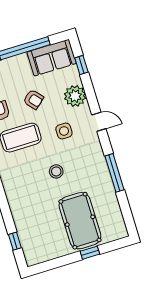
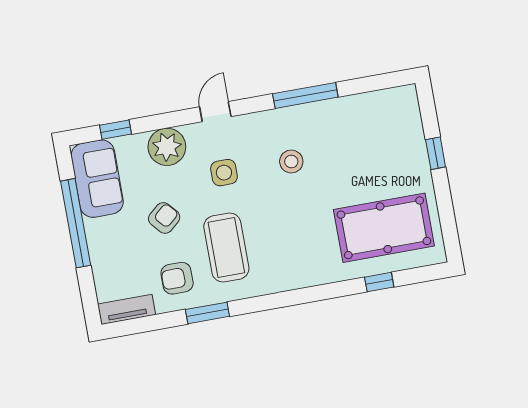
stool: (56, 171) -> (291, 162), moved
pool table: (80, 221) -> (384, 228), moved
window: (15, 241) -> (379, 282), moved

